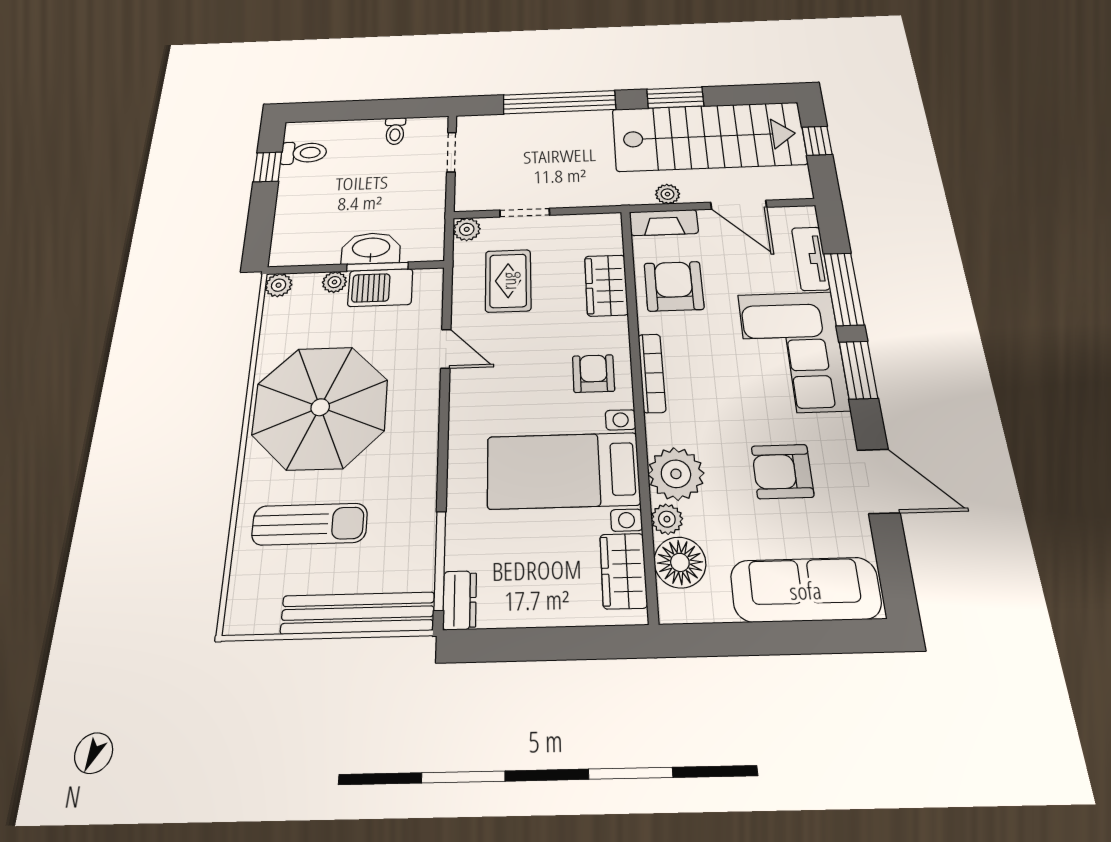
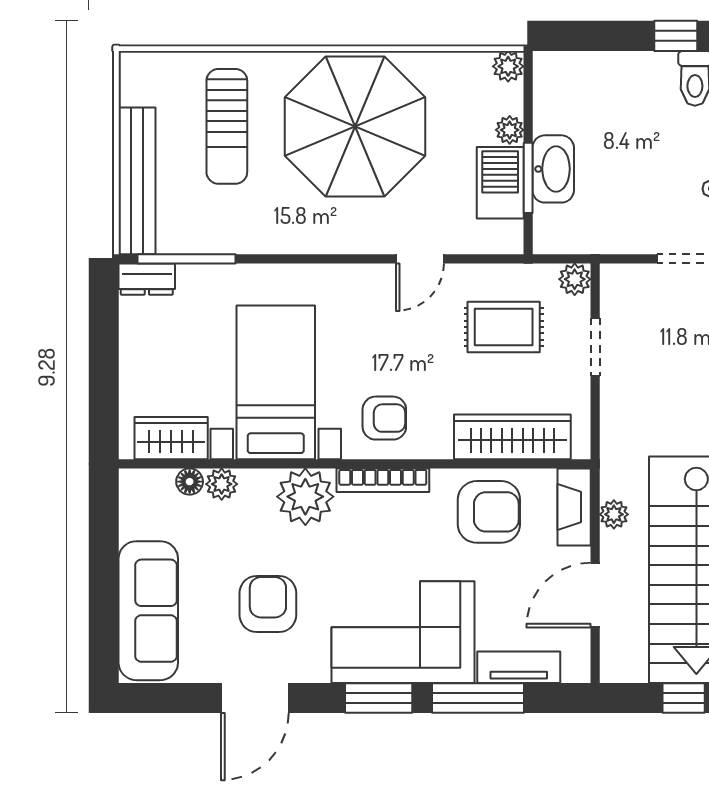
wardrobe: (606, 285) -> (512, 437), width x1.50
plant: (676, 474) -> (305, 497), moved
floor lamp: (680, 562) -> (190, 482), width x0.53, depth x0.53

